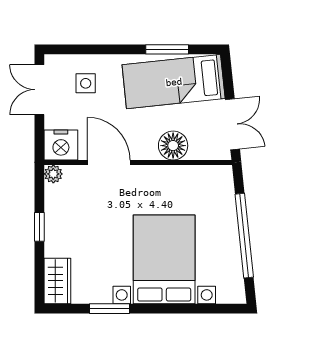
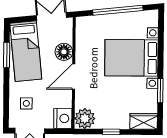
door: (109, 162) -> (74, 77), moved
plant: (53, 174) -> (85, 118), width x1.88, depth x1.88

